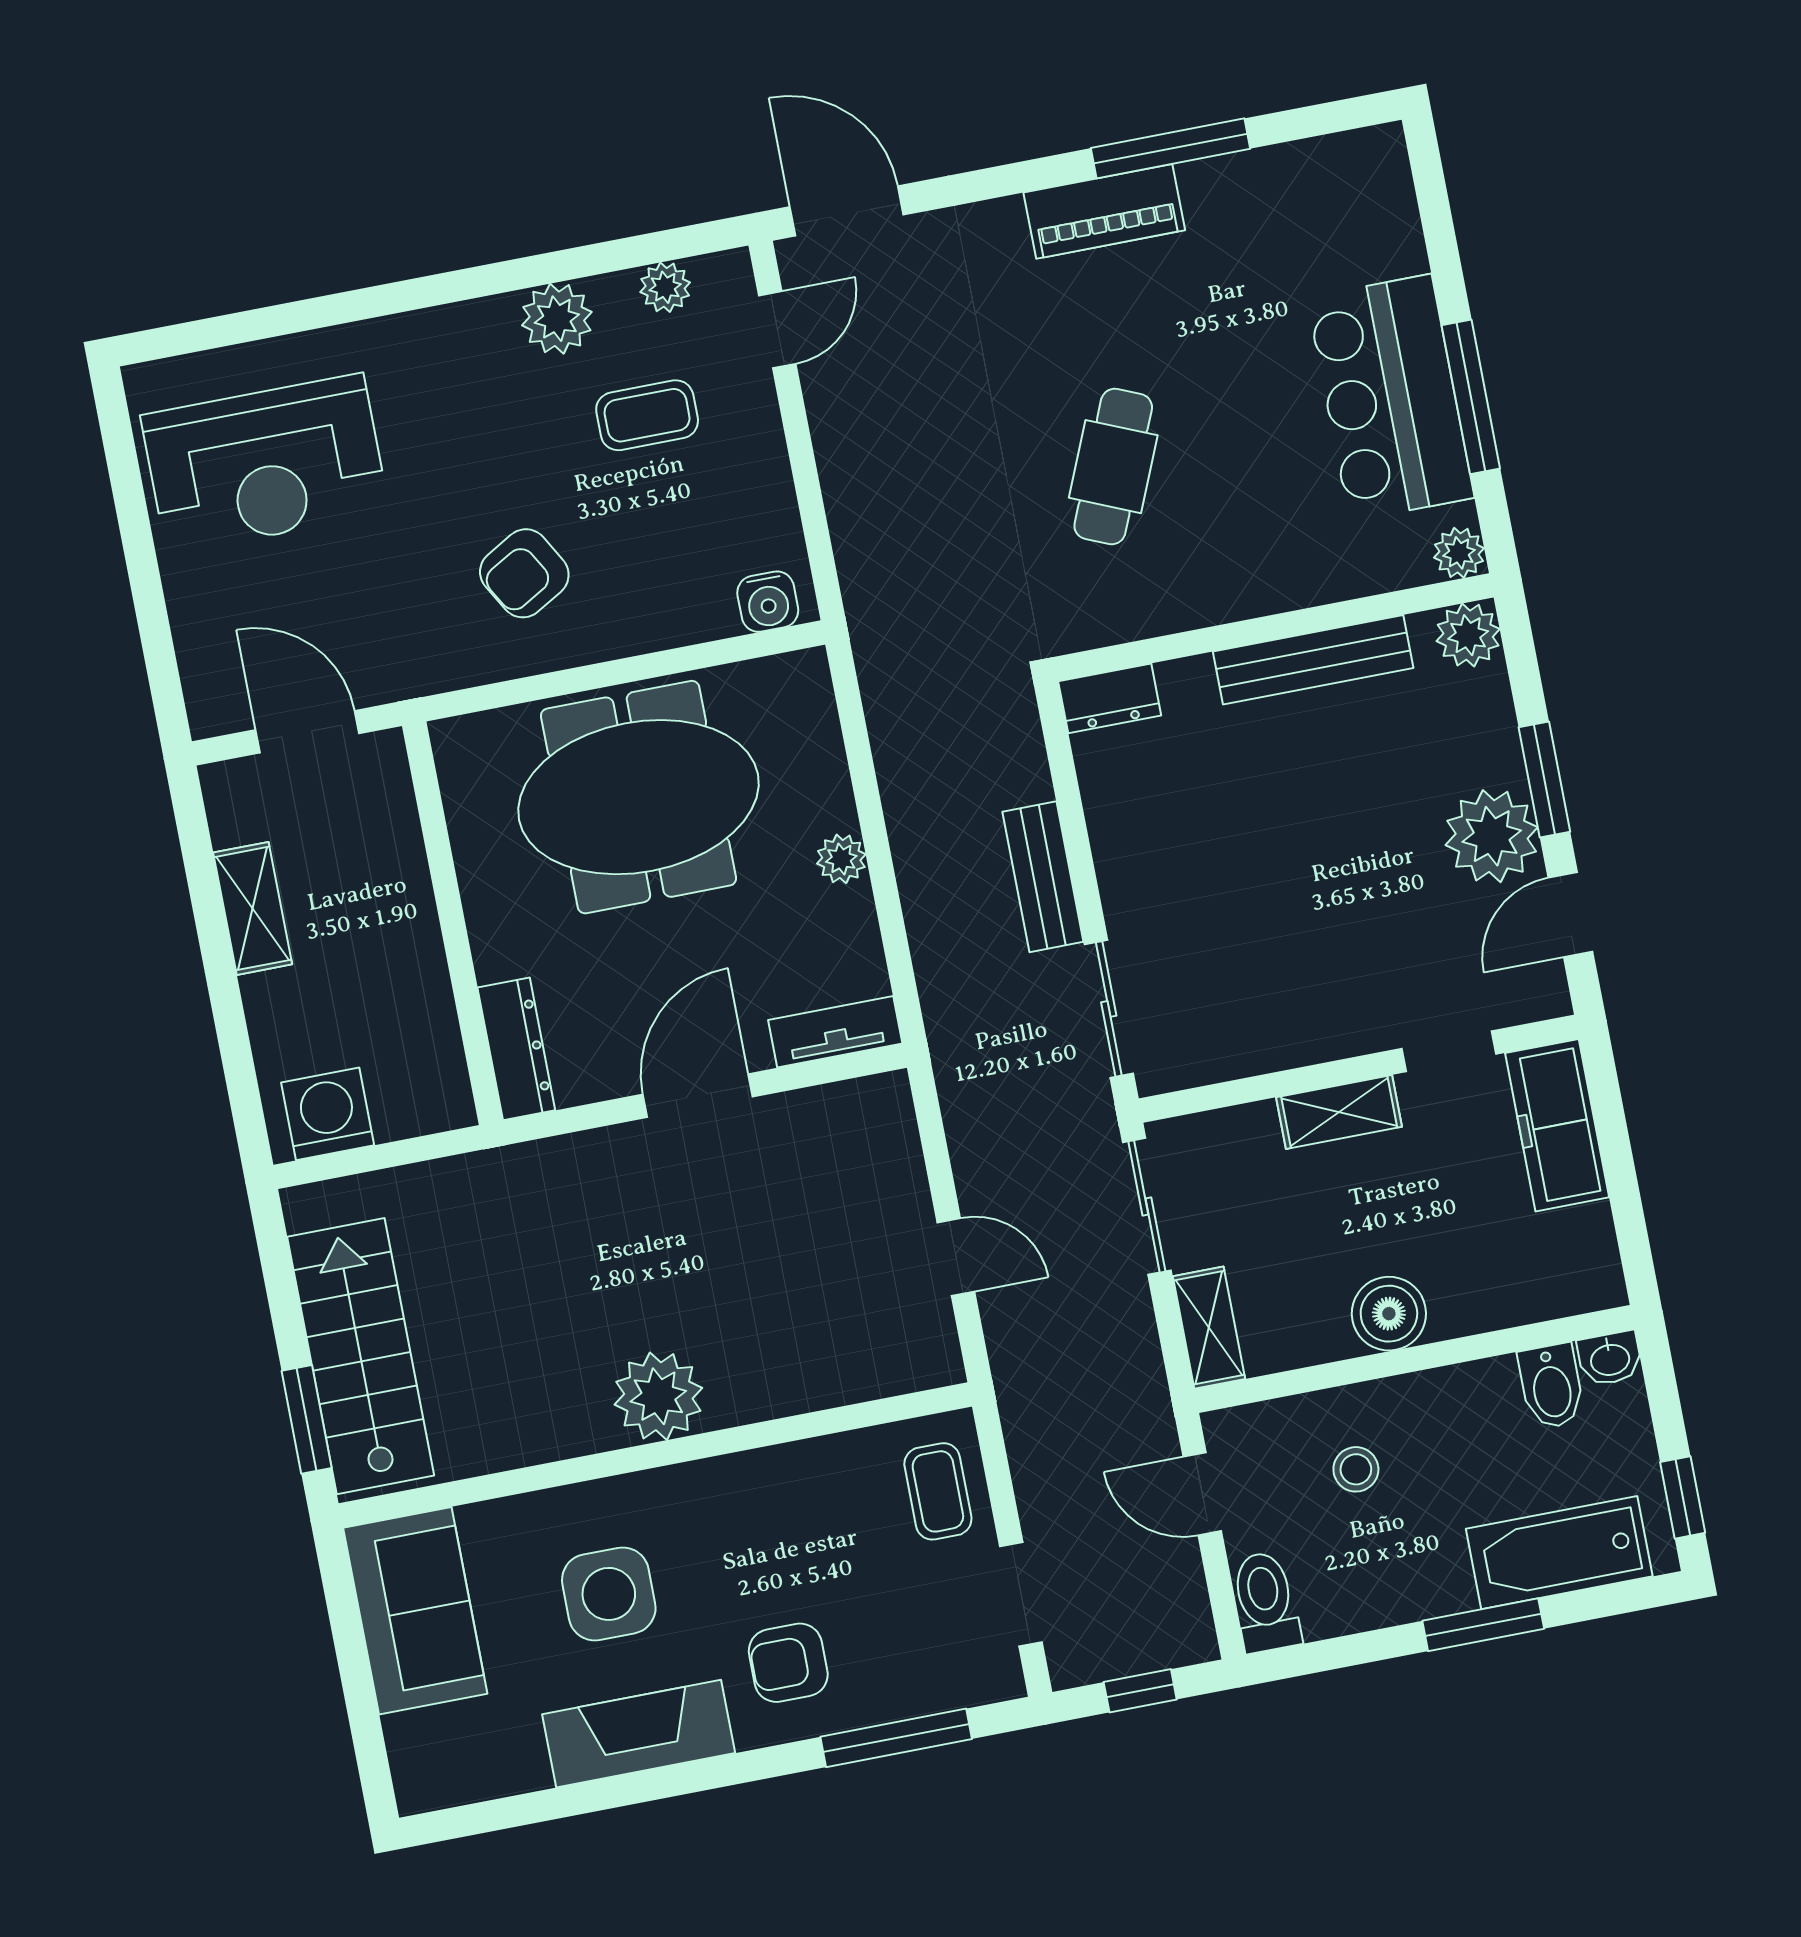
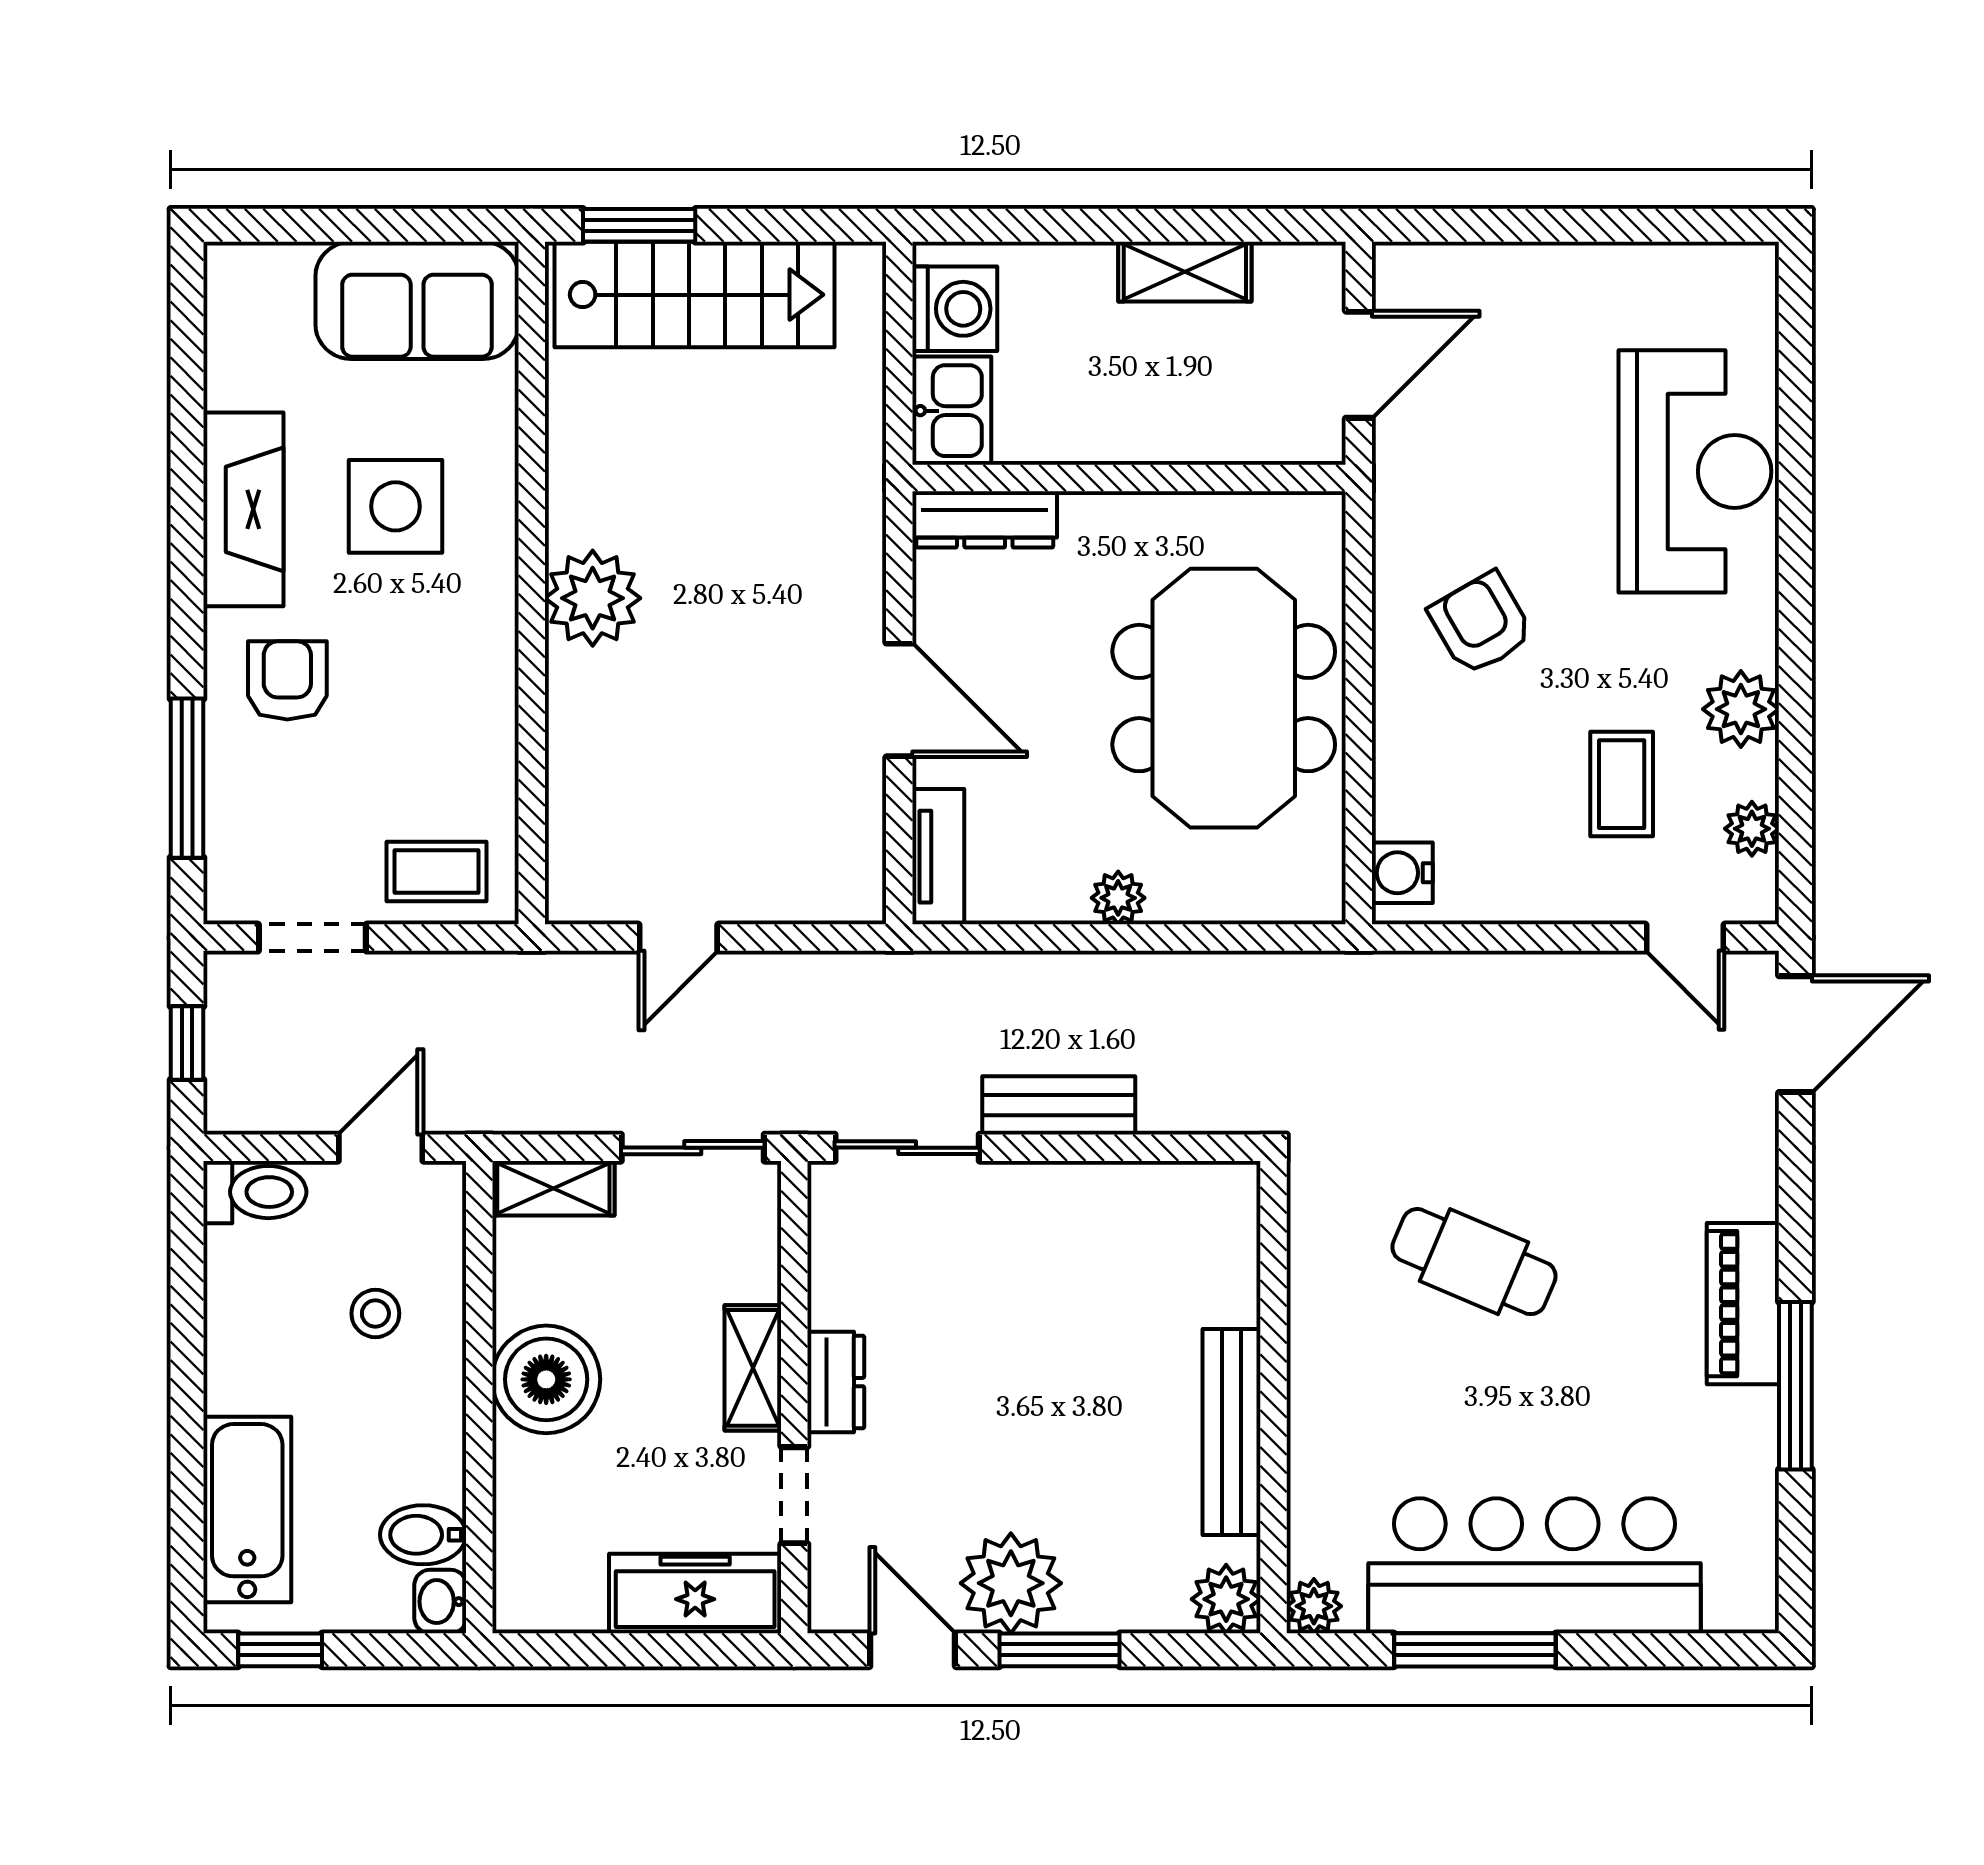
bar counter: (1391, 398) -> (1534, 1566), width x1.36
reception desk: (265, 464) -> (1695, 471), moved, turned 180
dresser: (1110, 698) -> (836, 1382), moved, turned 180
kitchen sink: (422, 1099) -> (952, 411), added
boiler: (1389, 1314) -> (546, 1379), width x1.37, depth x1.37
window: (1483, 1625) -> (187, 1415), removed

